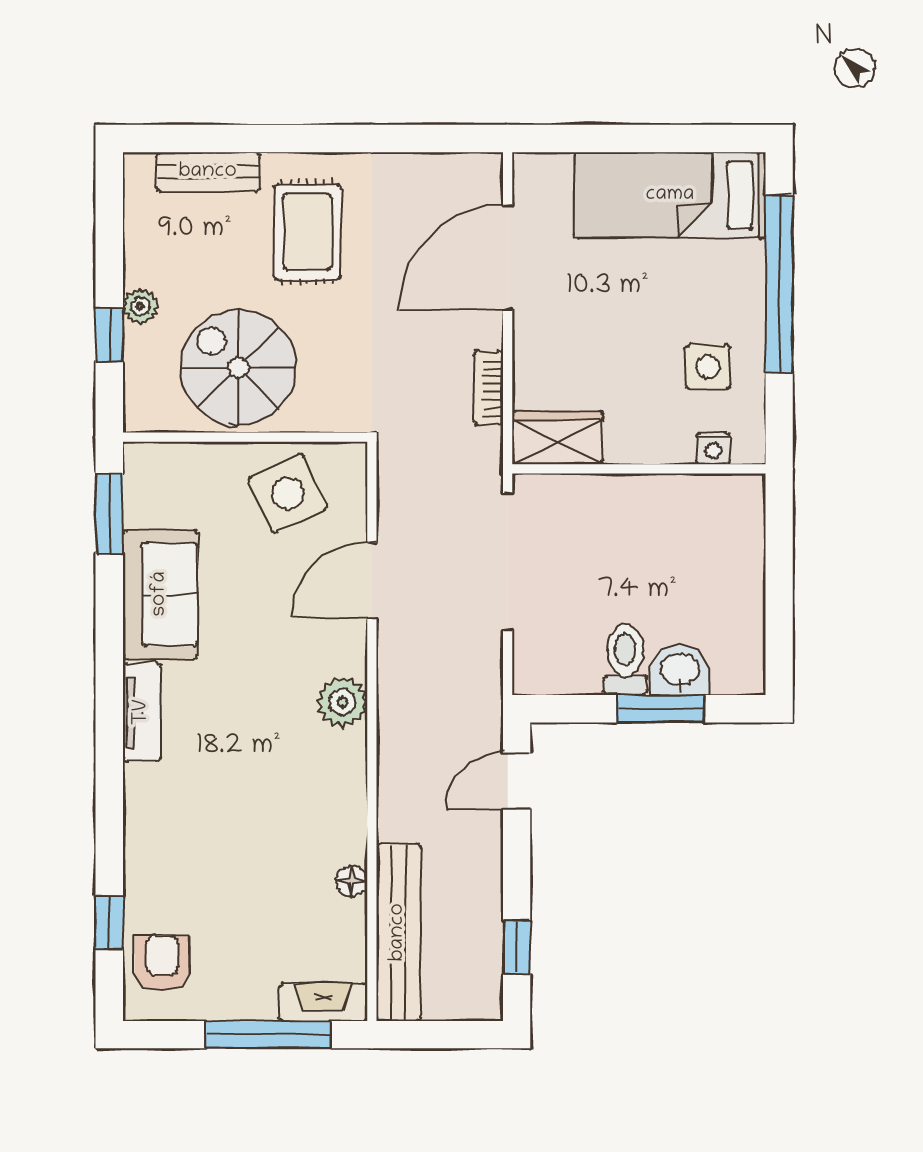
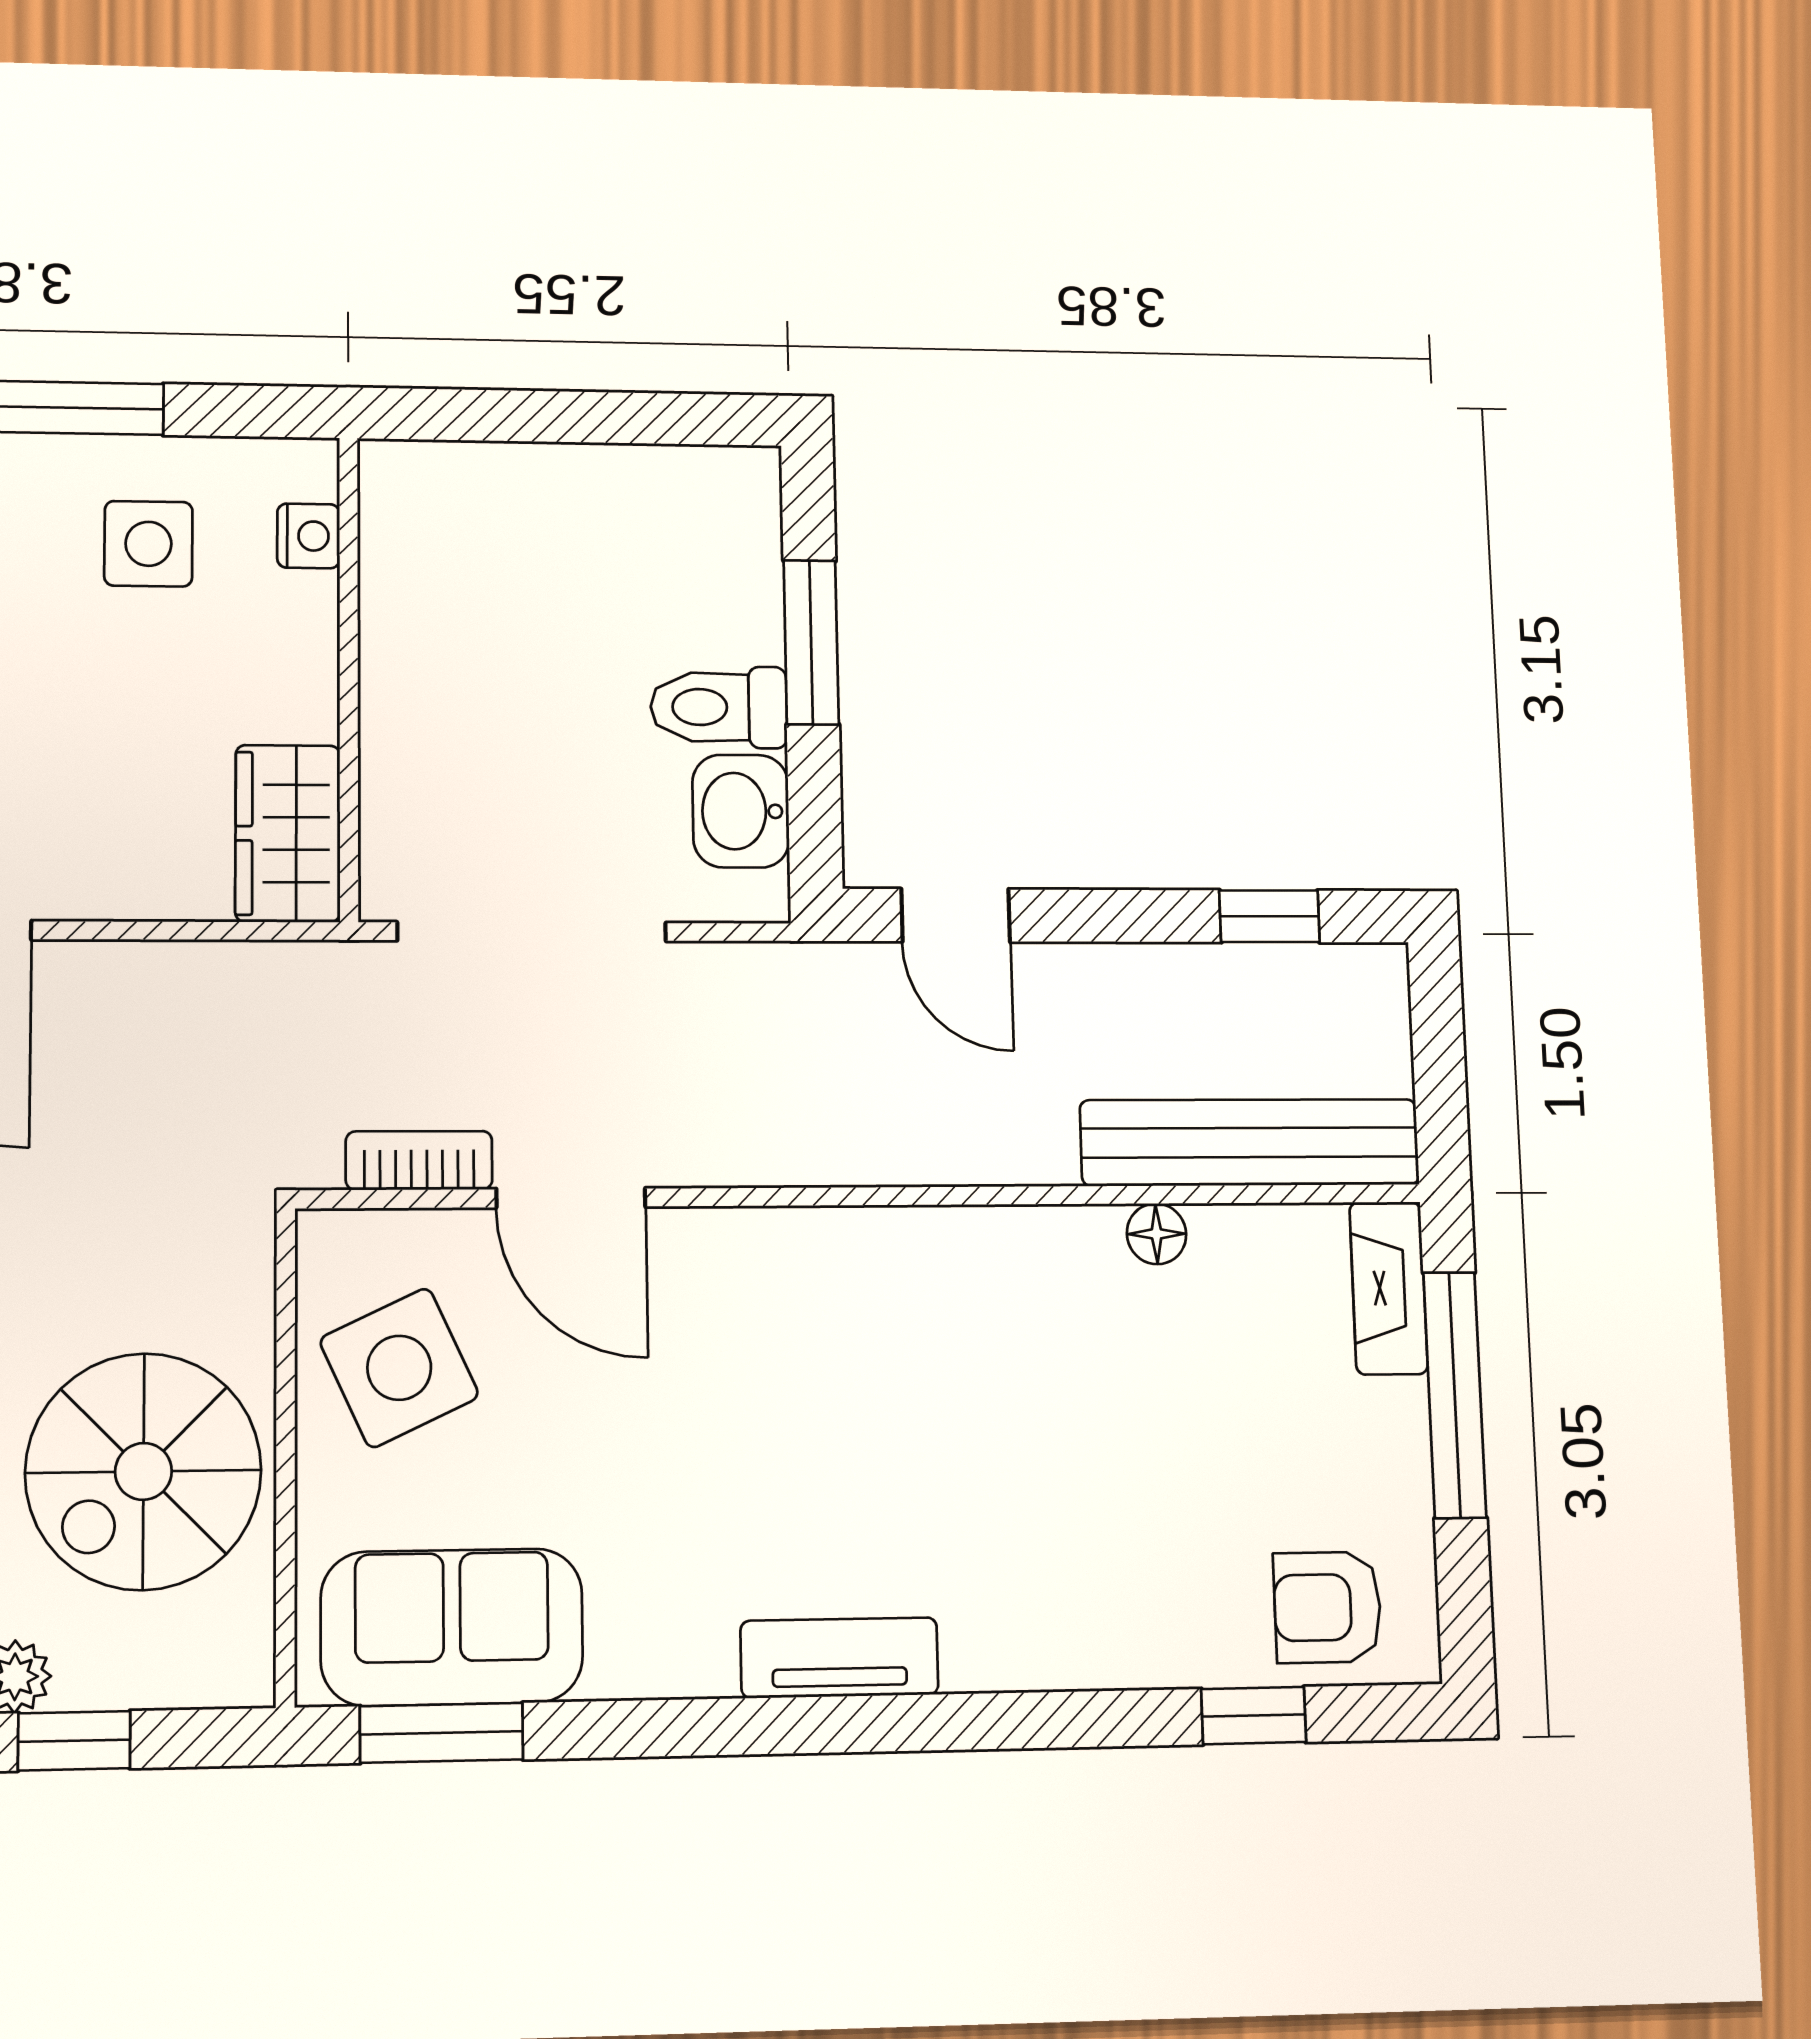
bookcase: (488, 388) -> (419, 1160), moved, turned 180
sofa: (160, 594) -> (452, 1627), moved
washbasin: (680, 670) -> (741, 811), moved
plant: (342, 702) -> (811, 1255), removed

